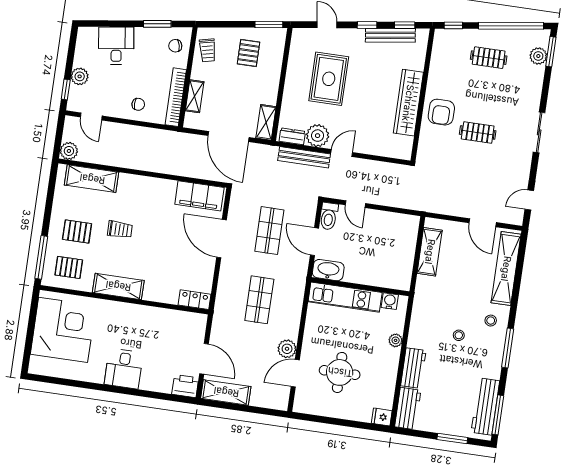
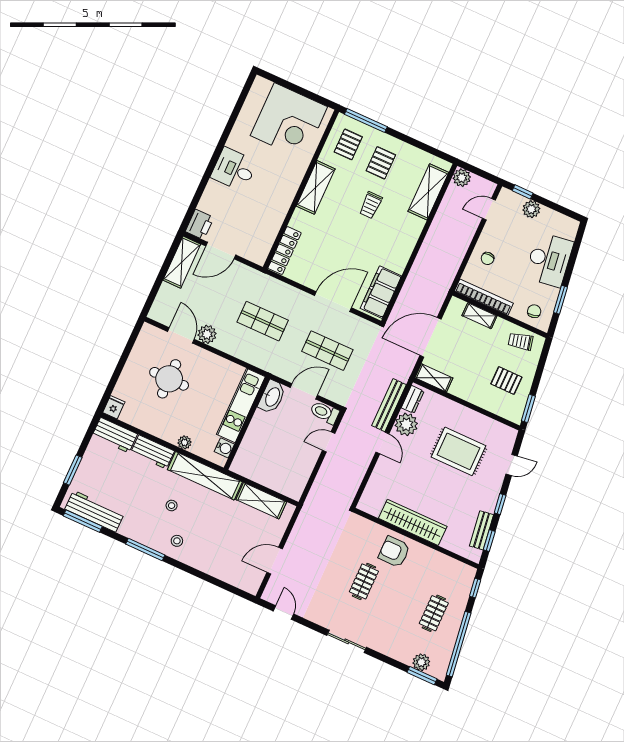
bench: (390, 35) -> (481, 530), width x0.73
desk: (116, 46) -> (549, 260), width x1.37
shelving: (506, 269) -> (205, 476), moved
locker: (195, 300) -> (285, 251), width x1.53

